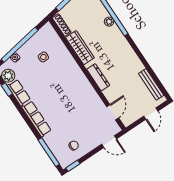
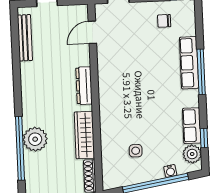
plant: (109, 22) -> (35, 139), width x1.88, depth x1.88
row of seats: (36, 119) -> (189, 63), moved
window: (49, 152) -> (201, 72), moved

